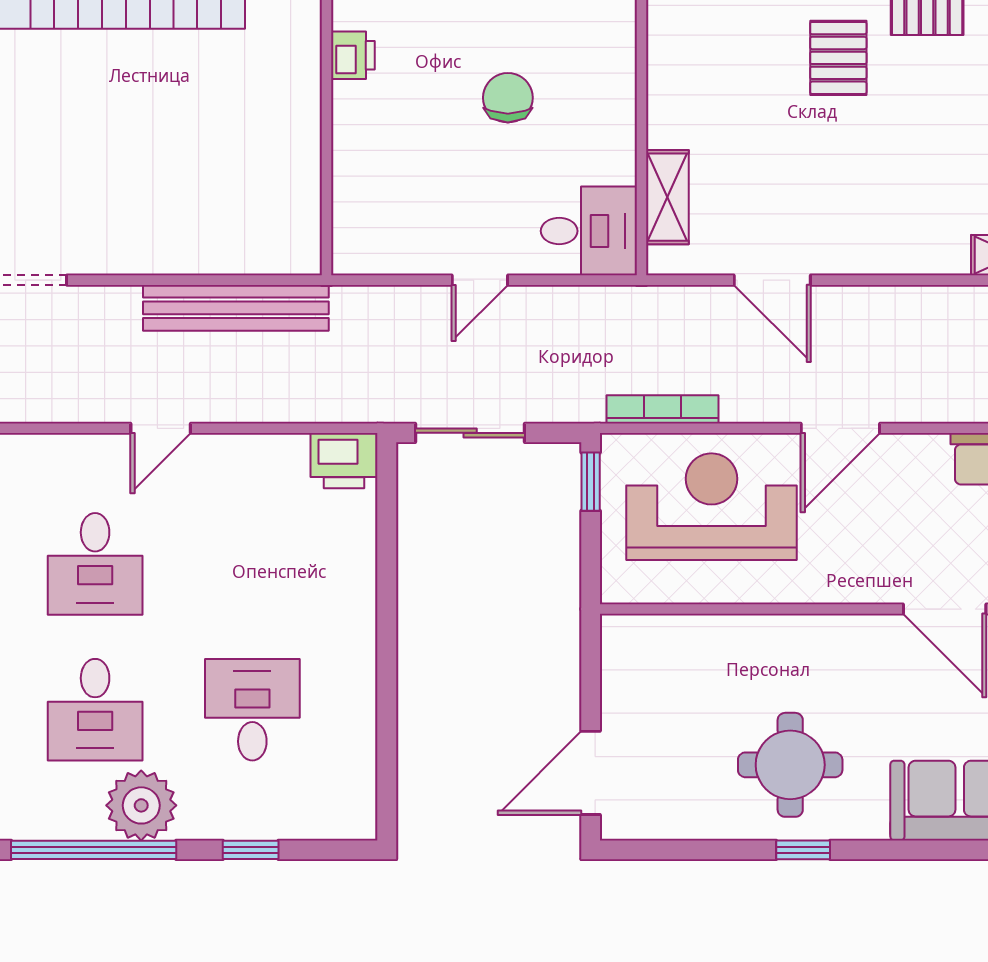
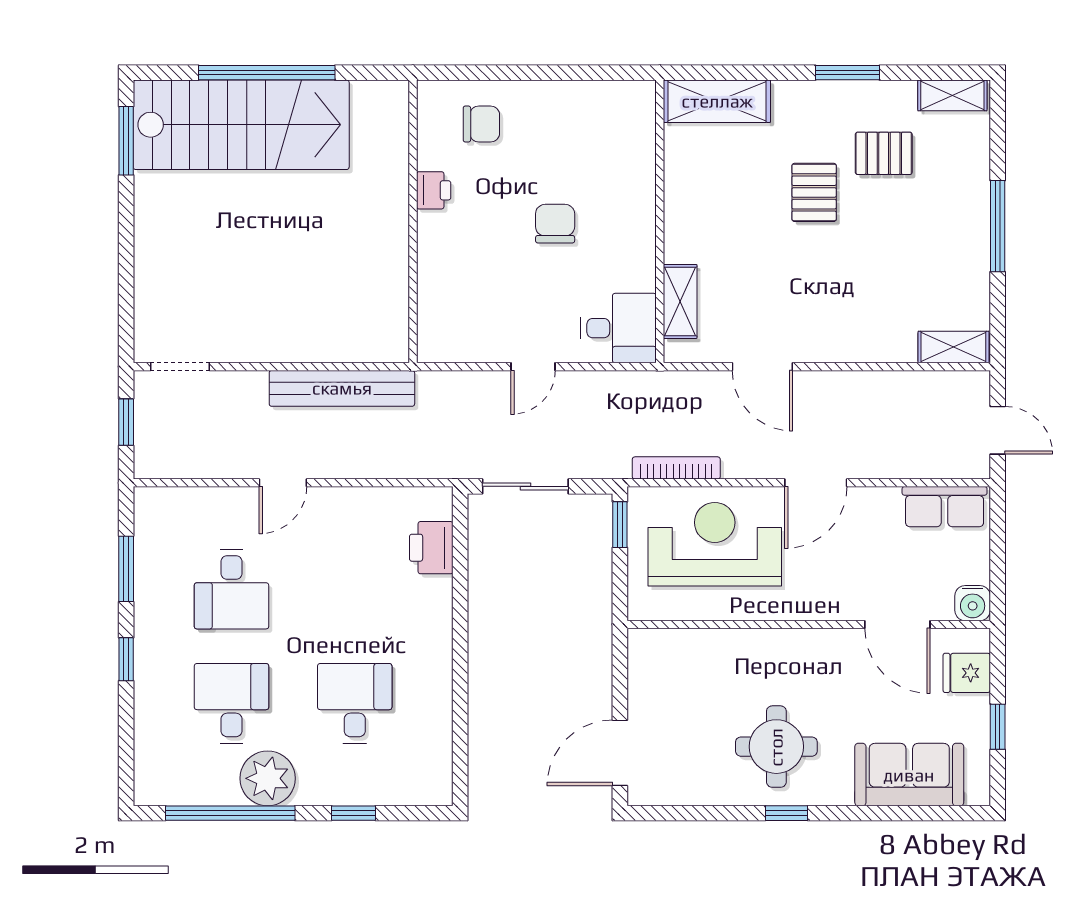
printer: (344, 461) -> (431, 548), moved, turned 90
desk: (95, 710) -> (231, 703), turned 180

